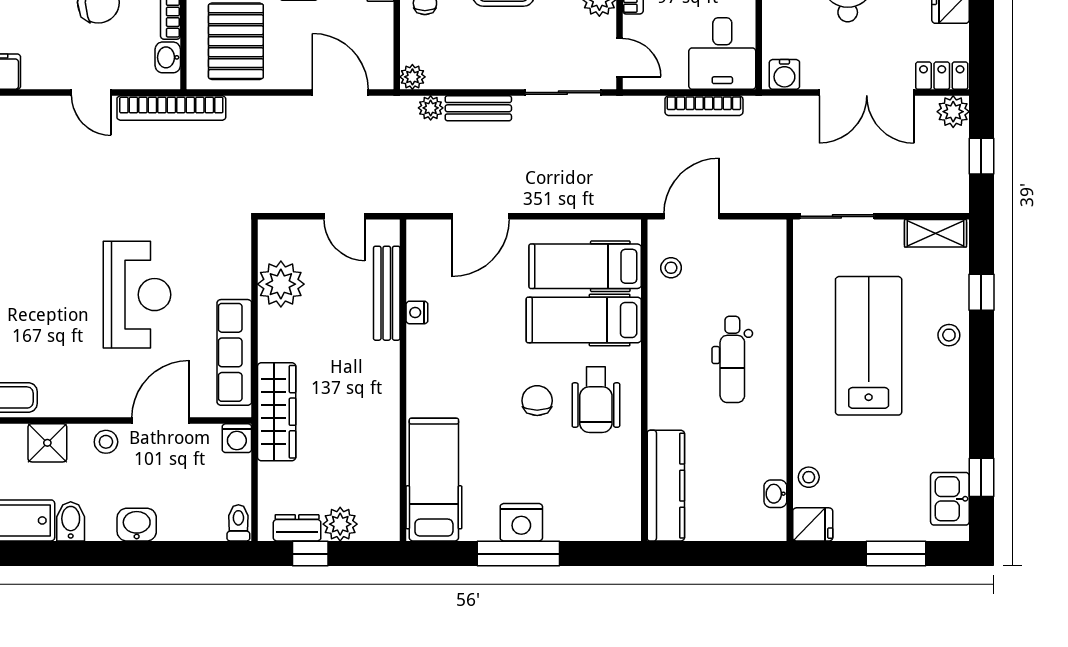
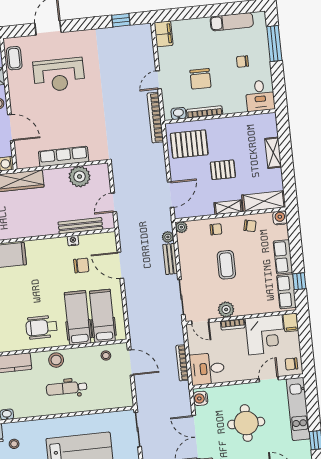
door: (620, 58) -> (200, 322), hinge flipped
reception desk: (137, 295) -> (59, 75), moved
row of seats: (234, 352) -> (64, 157), moved
stool: (669, 376) -> (56, 360), added
chair: (537, 401) -> (81, 265), moved
stool: (809, 477) -> (14, 444), moved

